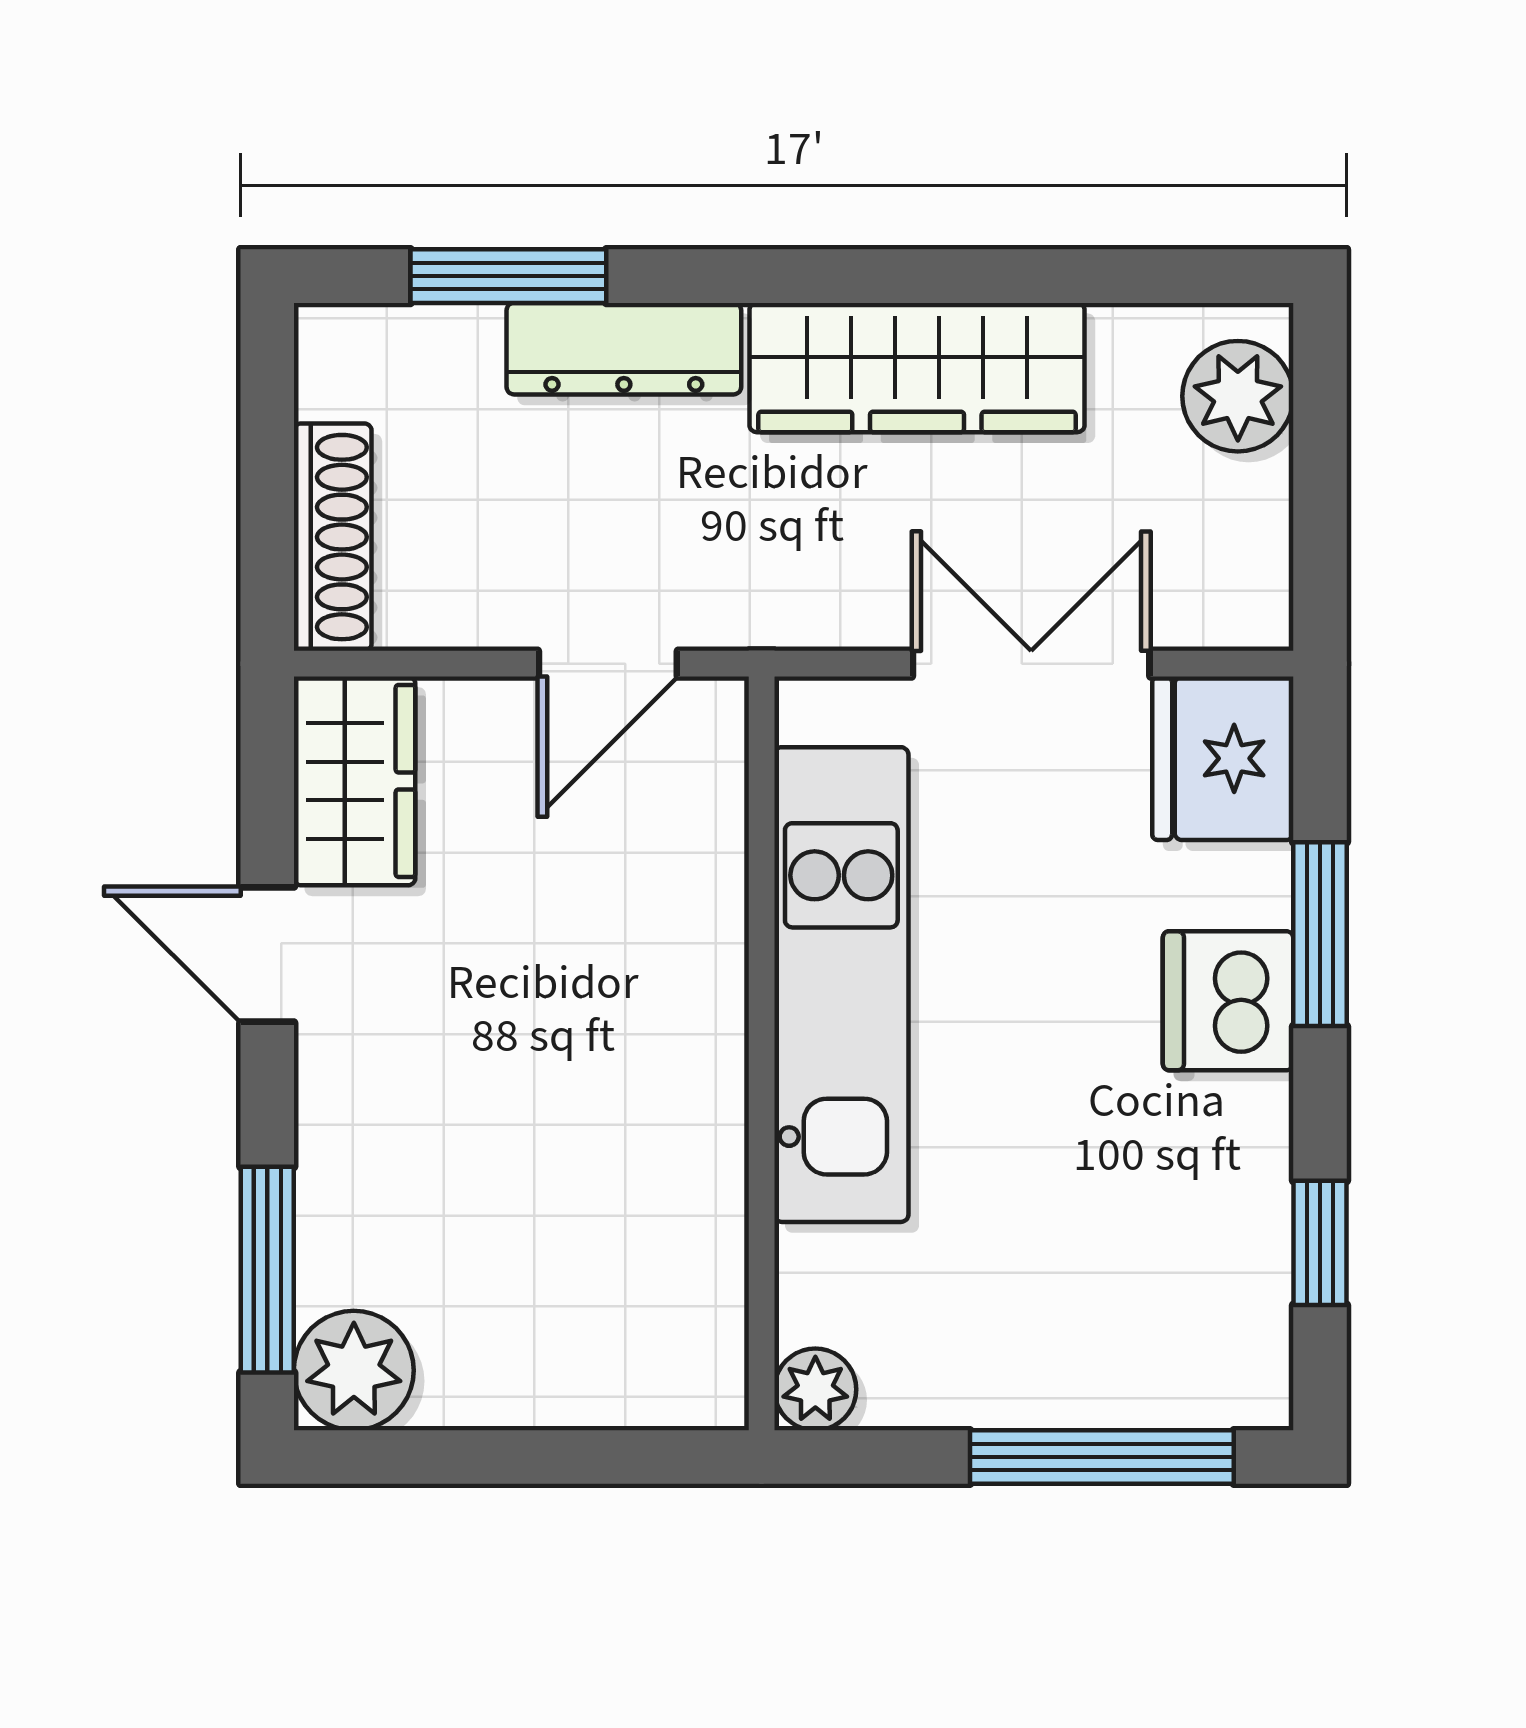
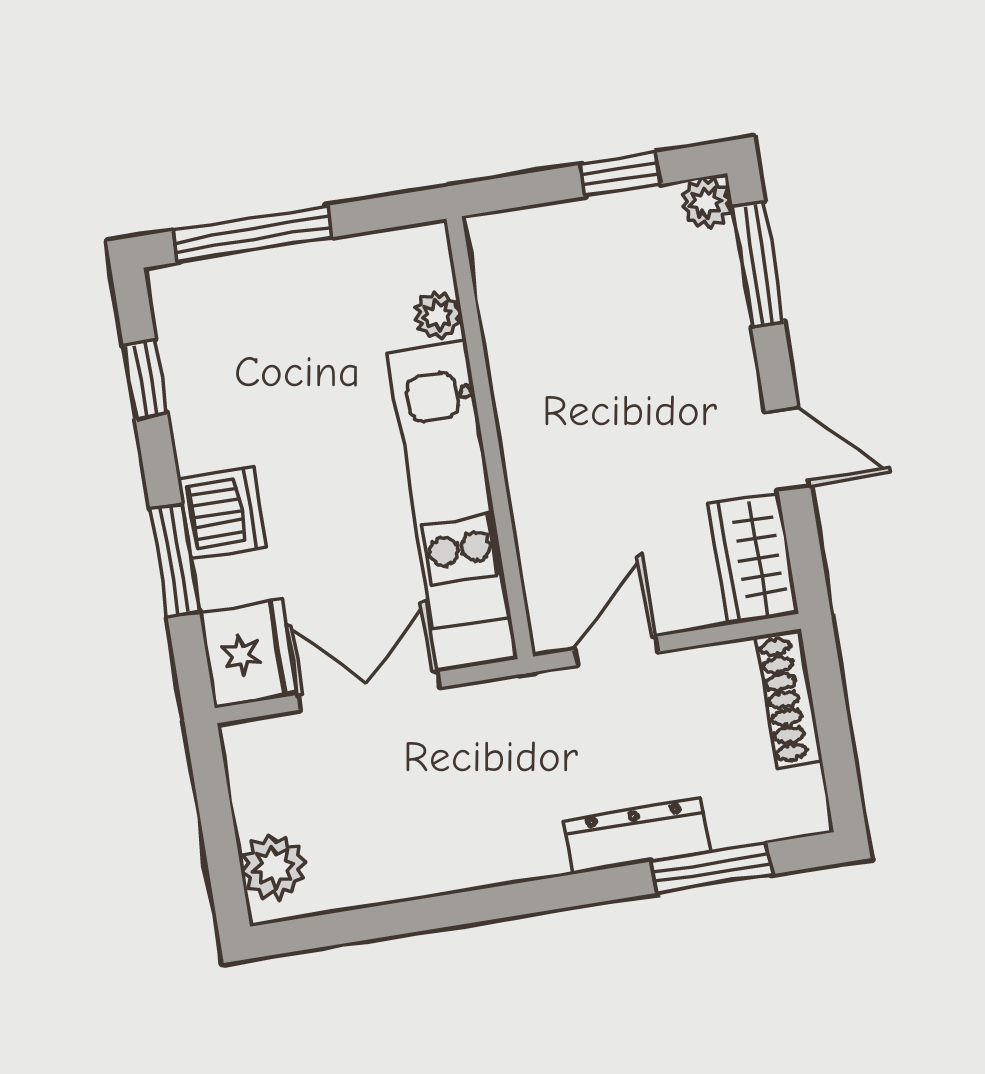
wardrobe: (917, 368) -> (464, 853), removed
double door: (1031, 664) -> (369, 691), swing flipped
plant: (354, 1370) -> (706, 203), width x0.73, depth x0.73
plant: (815, 1389) -> (438, 315), moved
window: (473, 1457) -> (620, 175), added

